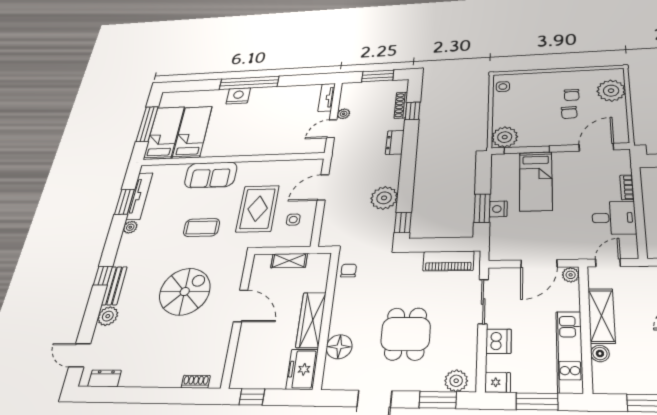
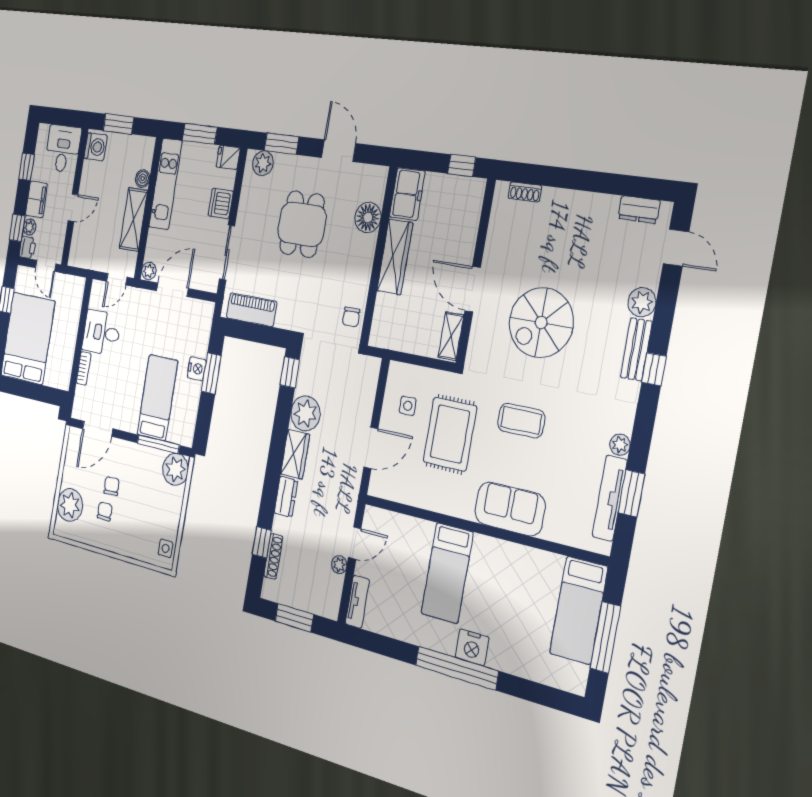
bed: (192, 132) -> (447, 573), moved
wardrobe: (390, 170) -> (295, 454), added
shelving: (289, 261) -> (451, 336), moved, turned 90

